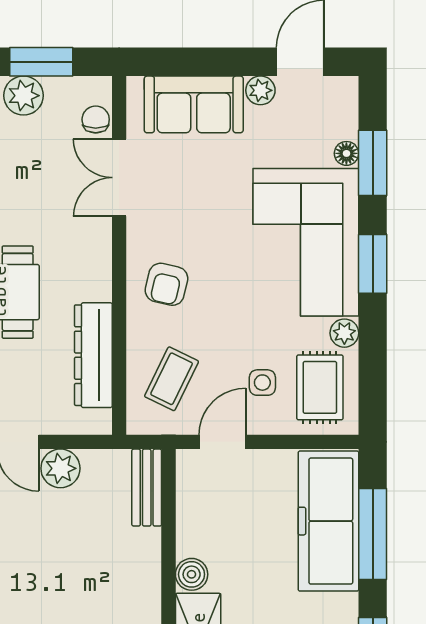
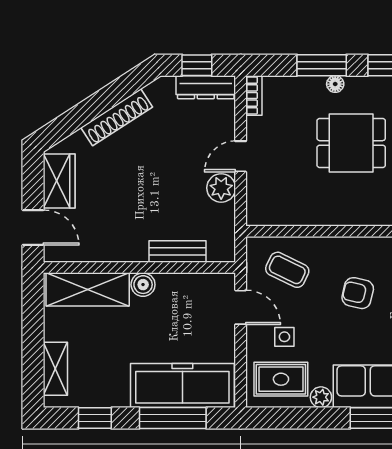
armchair: (166, 284) -> (358, 293), moved
dresser: (93, 355) -> (305, 212), removed
bench: (147, 488) -> (178, 252), moved

